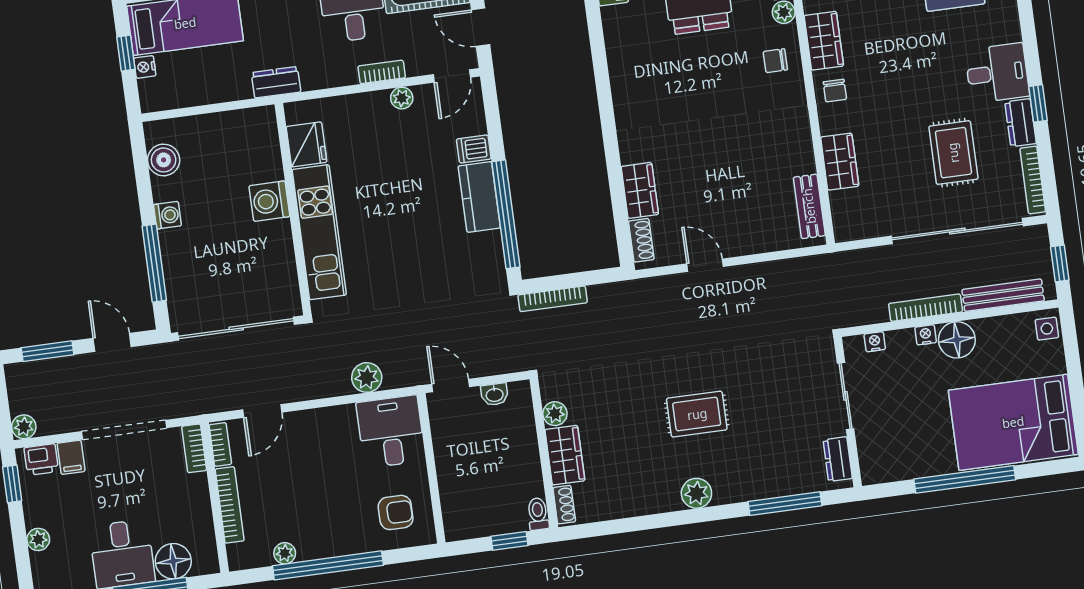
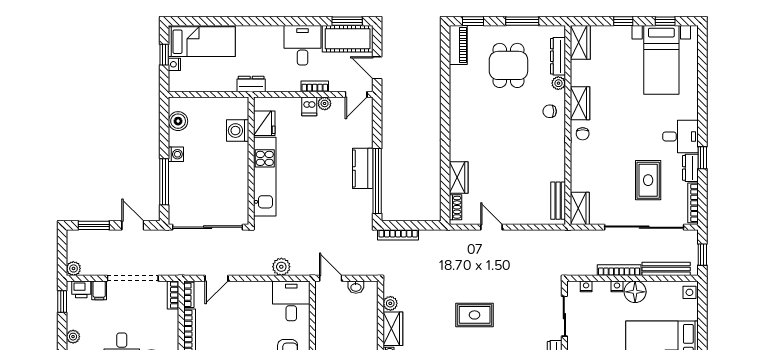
dishwasher: (474, 149) -> (309, 106), moved, turned -90
wardrobe: (840, 162) -> (580, 208), moved
washing machine: (269, 201) -> (238, 131), moved

